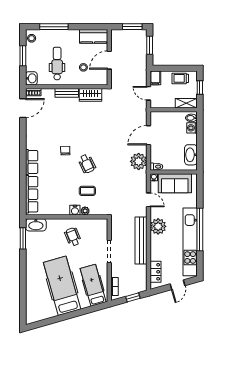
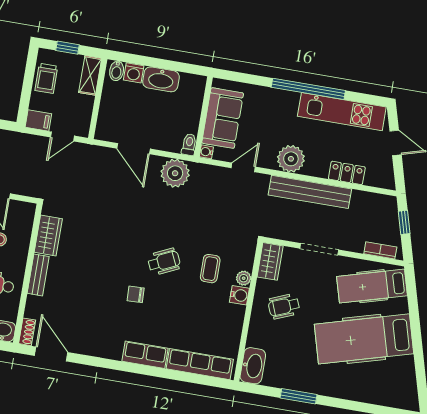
washbasin: (191, 155) -> (161, 79), moved
wardrobe: (97, 224) -> (270, 261), added
window: (23, 238) -> (299, 396), moved
kitchen unit: (190, 242) -> (342, 112), width x0.73
locker: (155, 272) -> (347, 173), moved

